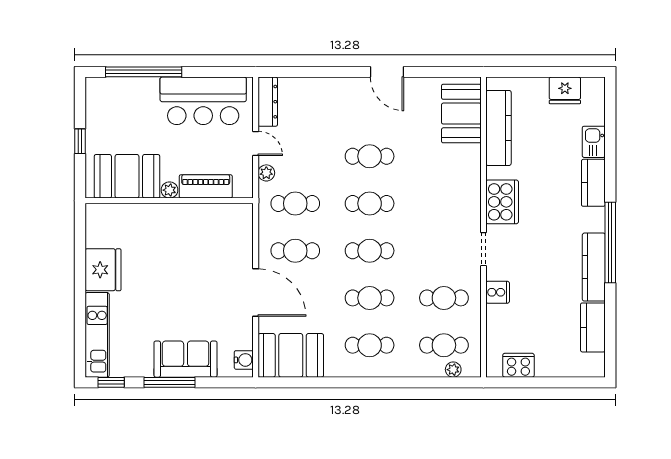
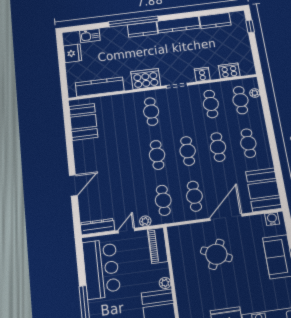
door: (387, 72) -> (73, 185), moved
booth: (461, 114) -> (83, 122), moved, turned 90
kitchen sink: (594, 142) -> (90, 36), moved
cafe table: (370, 156) -> (151, 112), moved
kitchen counter: (593, 183) -> (143, 29), moved
piano: (206, 186) -> (158, 245), moved
window: (610, 243) -> (134, 21), moved
round table: (202, 270) -> (216, 254), added
cooker: (518, 365) -> (229, 71), moved, turned 90
window: (574, 382) -> (250, 26), added

